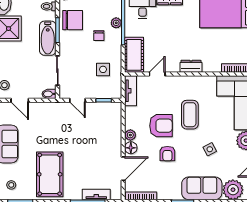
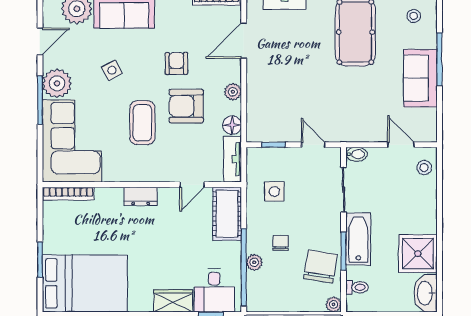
chair: (73, 20) -> (320, 266), turned 99
floor lamp: (131, 148) -> (232, 125), moved

